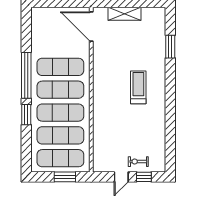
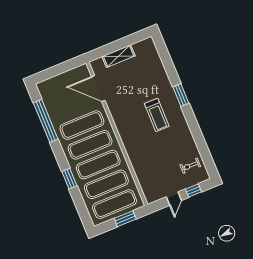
door: (91, 26) -> (98, 89), moved
window: (170, 47) -> (181, 95), moved
window: (26, 75) -> (46, 121), moved
treadmill: (138, 87) -> (157, 115), turned 180
exercise bike: (138, 162) -> (190, 166), moved

